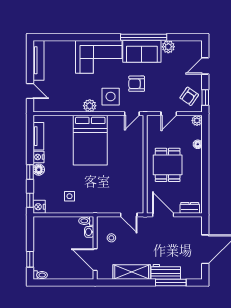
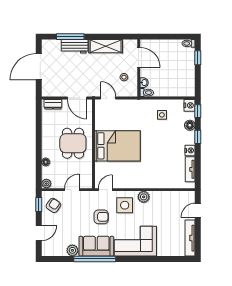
door: (30, 91) -> (198, 210), hinge flipped
bed: (90, 140) -> (117, 146), moved, turned 90
floor lamp: (39, 170) -> (190, 125), moved

